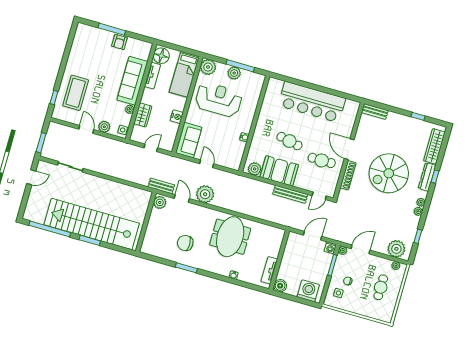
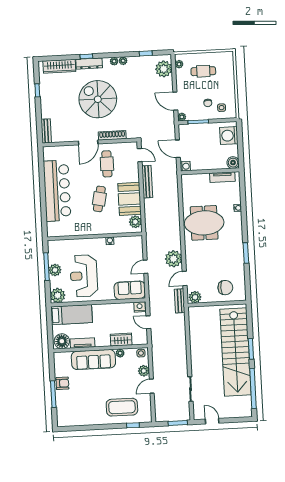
nightstand: (177, 117) -> (140, 307), moved
spiral stairs: (389, 173) -> (98, 99), turned 180
chair: (185, 243) -> (225, 288), moved, turned -90
washing machine: (330, 248) -> (185, 166), moved

